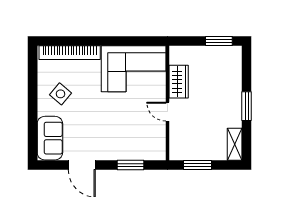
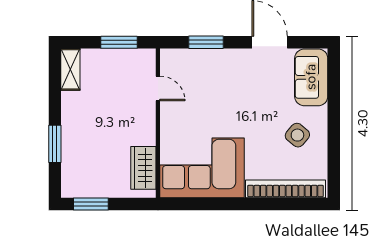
wardrobe: (179, 82) -> (143, 168), moved
window: (247, 106) -> (55, 144), moved
door: (167, 112) -> (158, 88), moved

